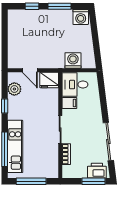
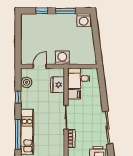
washing machine: (73, 61) -> (62, 58), moved
door: (30, 70) -> (40, 66), swing flipped
fridge: (49, 80) -> (58, 85), moved, turned 90

